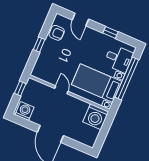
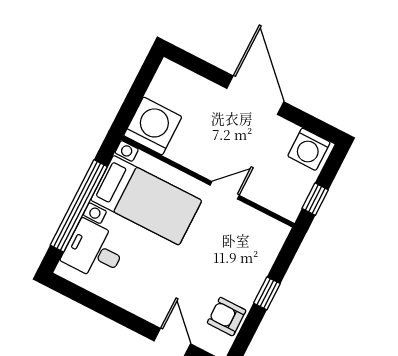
window: (111, 32) -> (108, 309), removed
door: (61, 90) -> (225, 190), swing flipped

